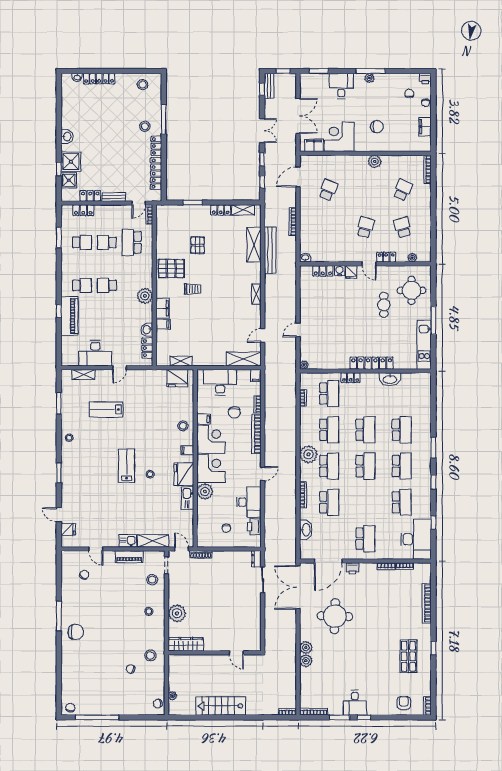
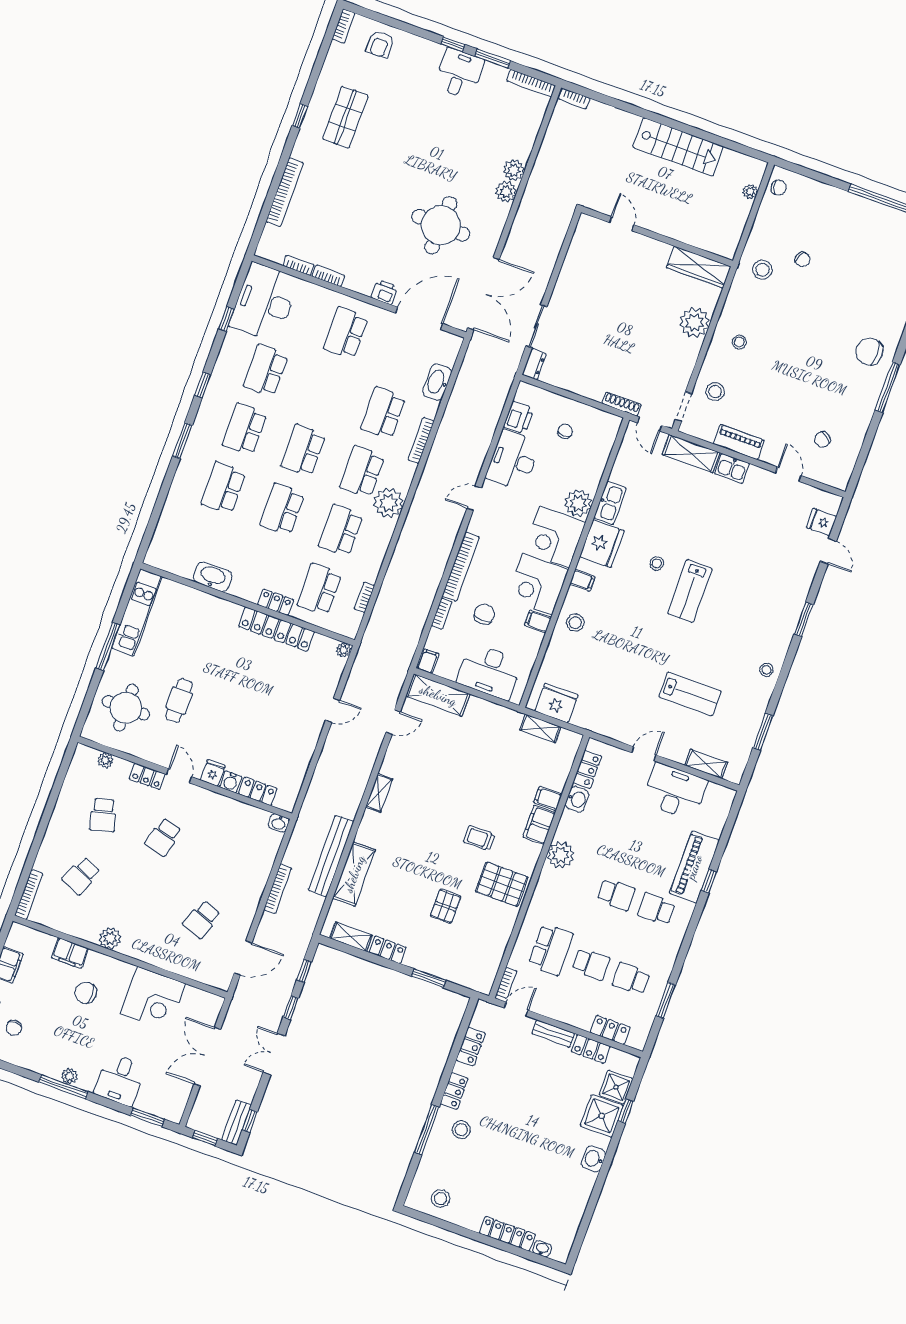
filing cabinet: (314, 145) -> (70, 953), moved
locker: (156, 174) -> (471, 1047), width x0.66
locker: (372, 363) -> (276, 629), moved

